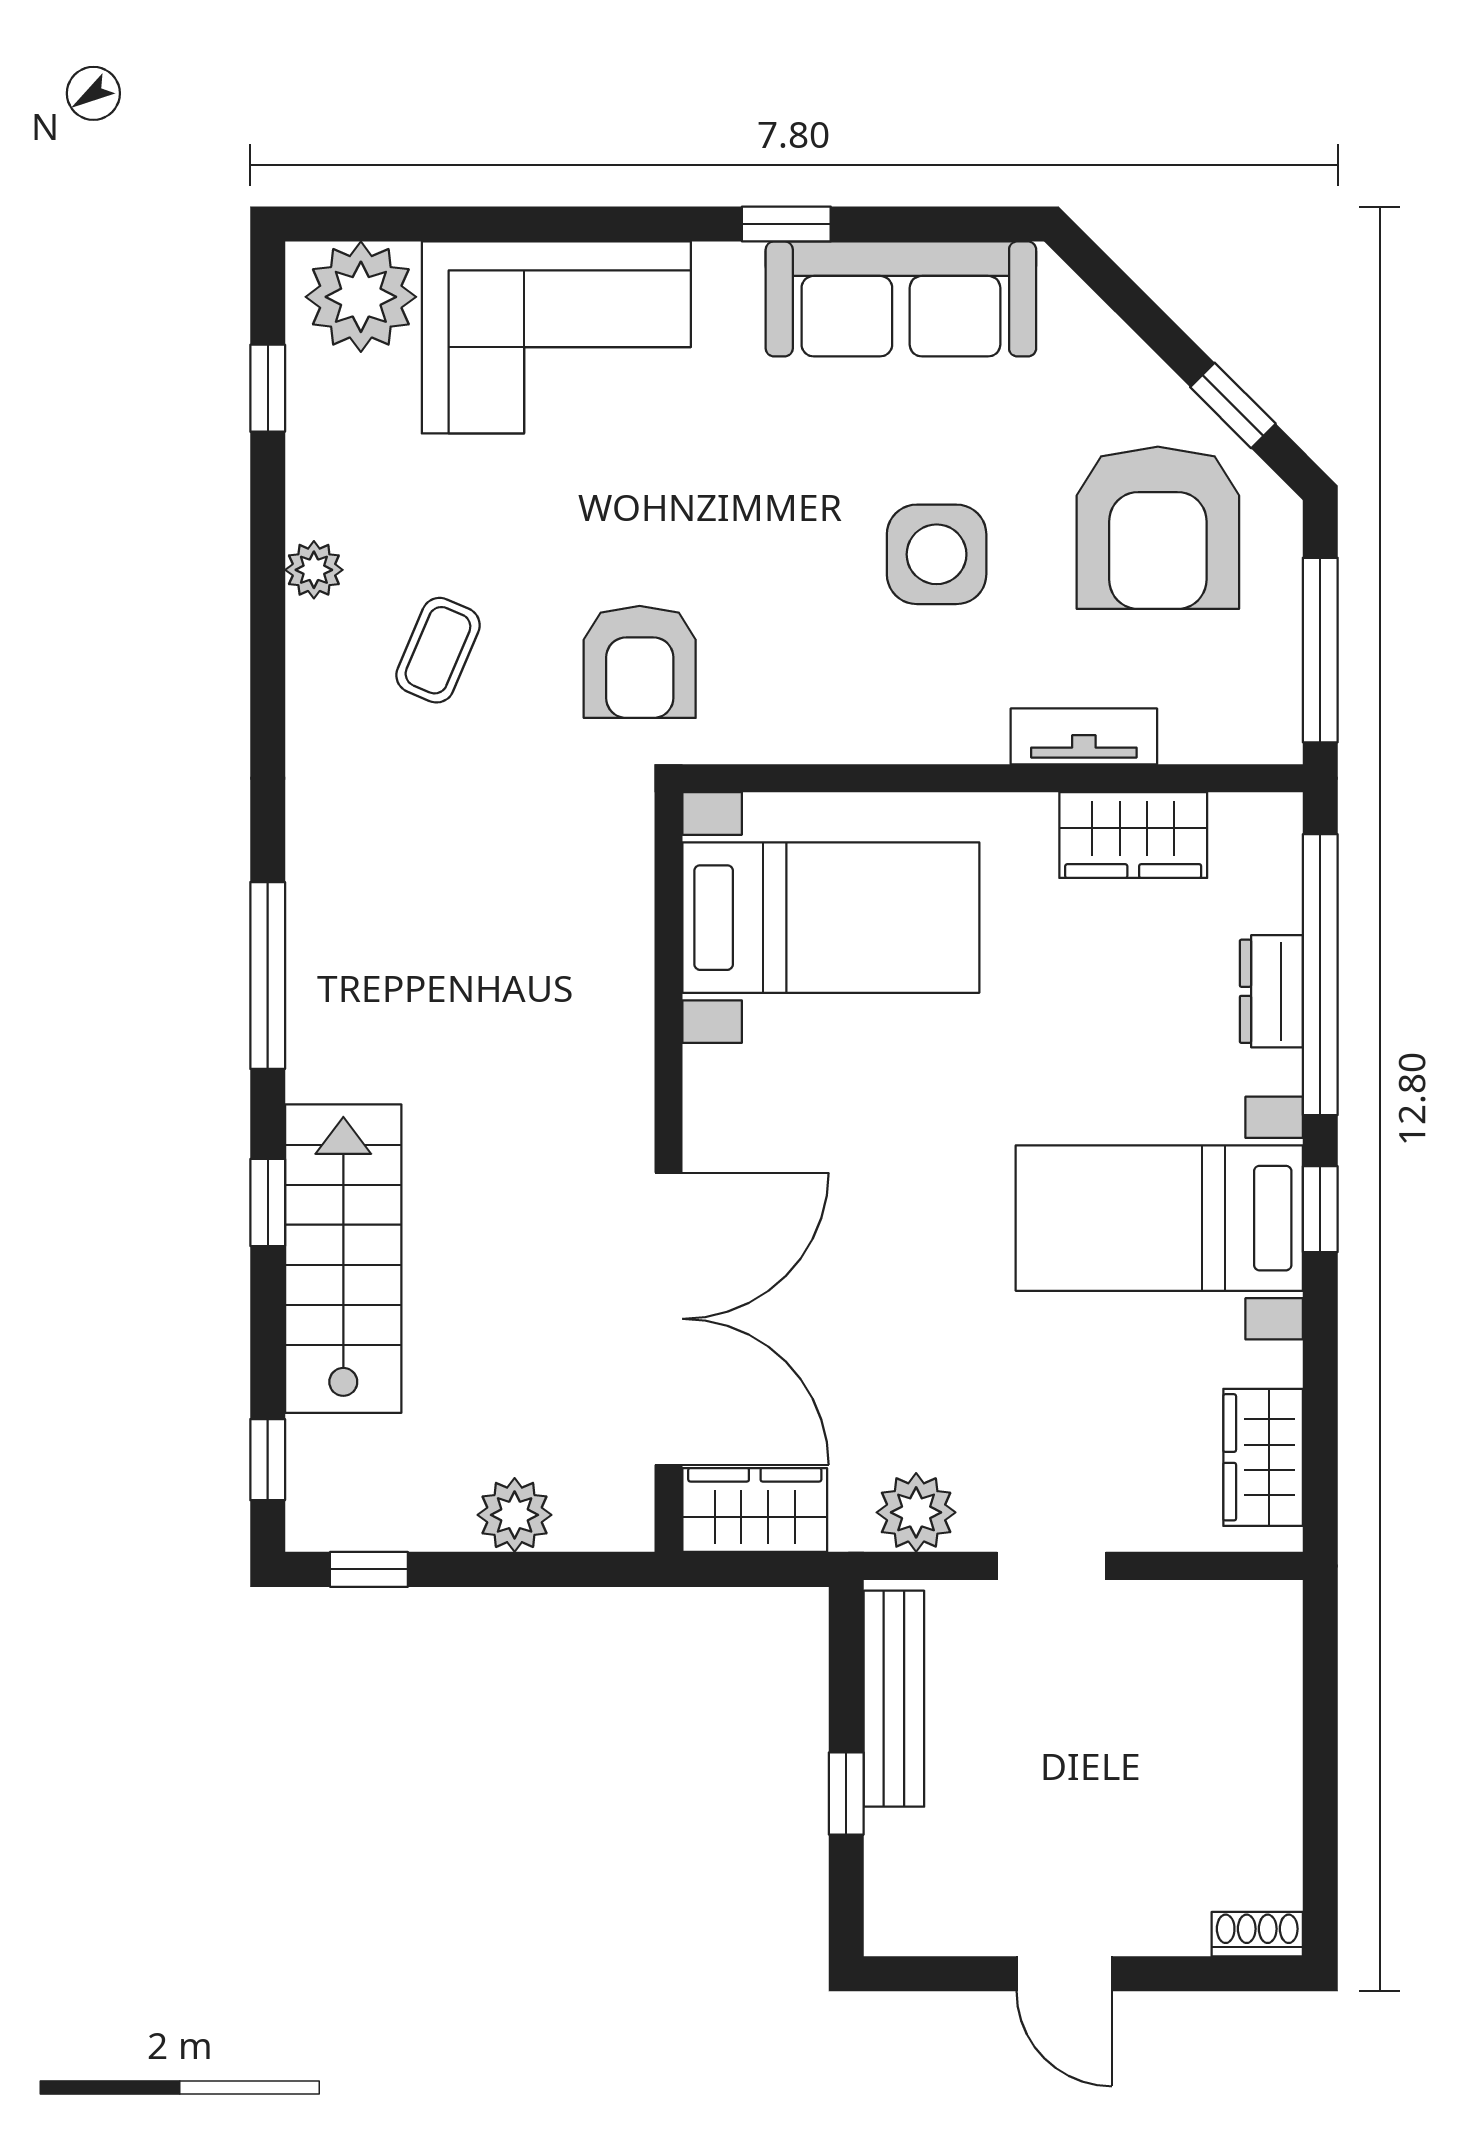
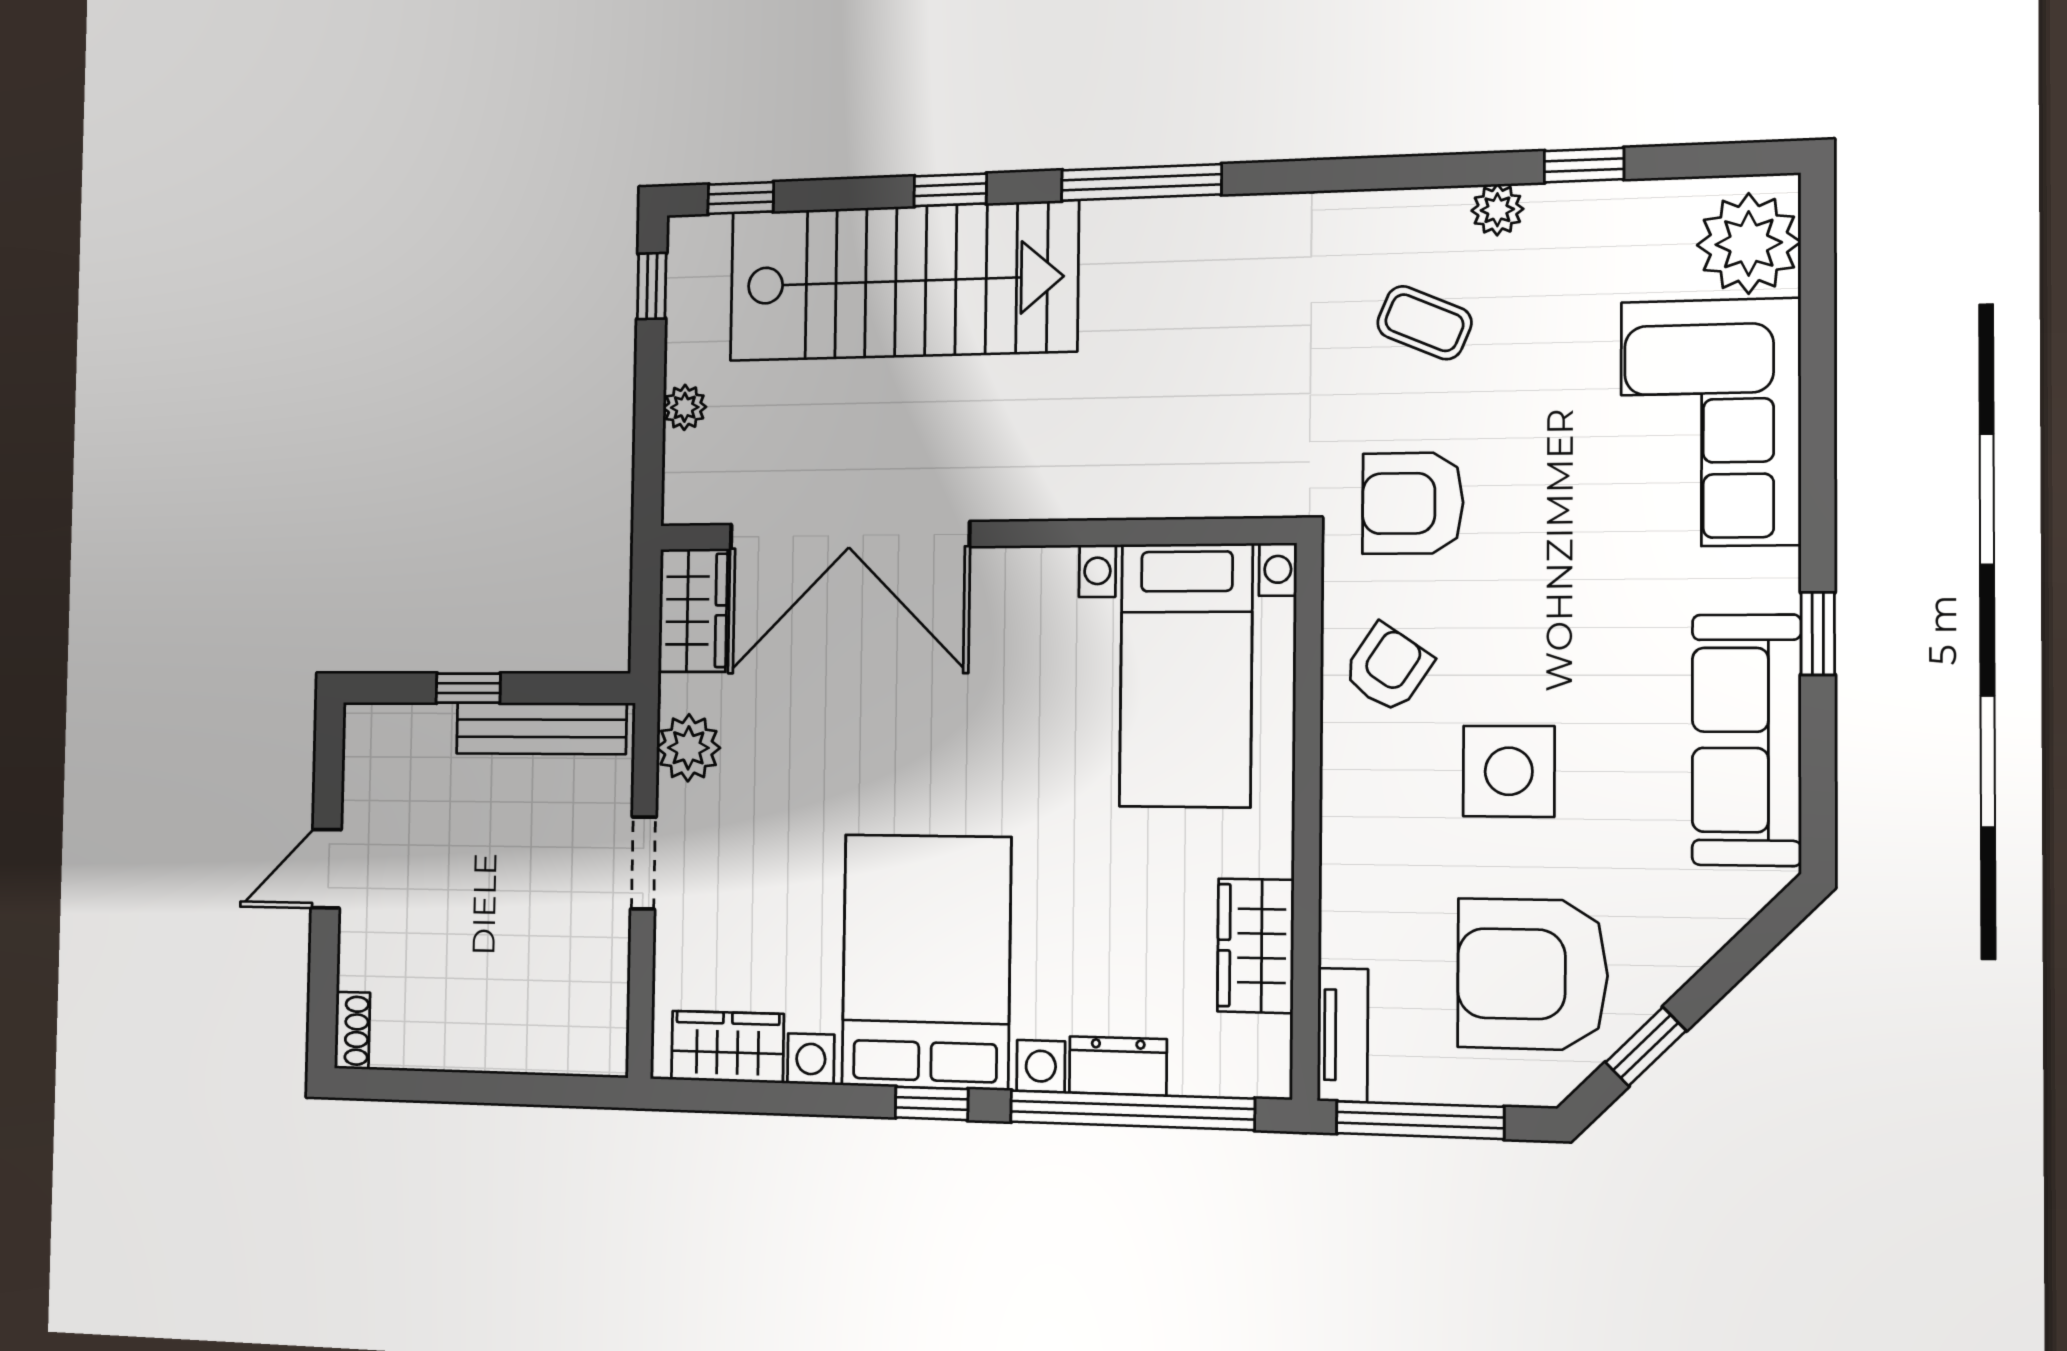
window: (268, 388) -> (1584, 165), moved
armchair: (823, 689) -> (1388, 668), added
tv unit: (1084, 736) -> (1343, 1035), moved
bed with nightstands: (1159, 1218) -> (926, 962), width x1.36
stairs: (343, 1259) -> (903, 281), width x1.36, depth x1.51
plant: (515, 1515) -> (685, 407), width x0.73, depth x0.73

